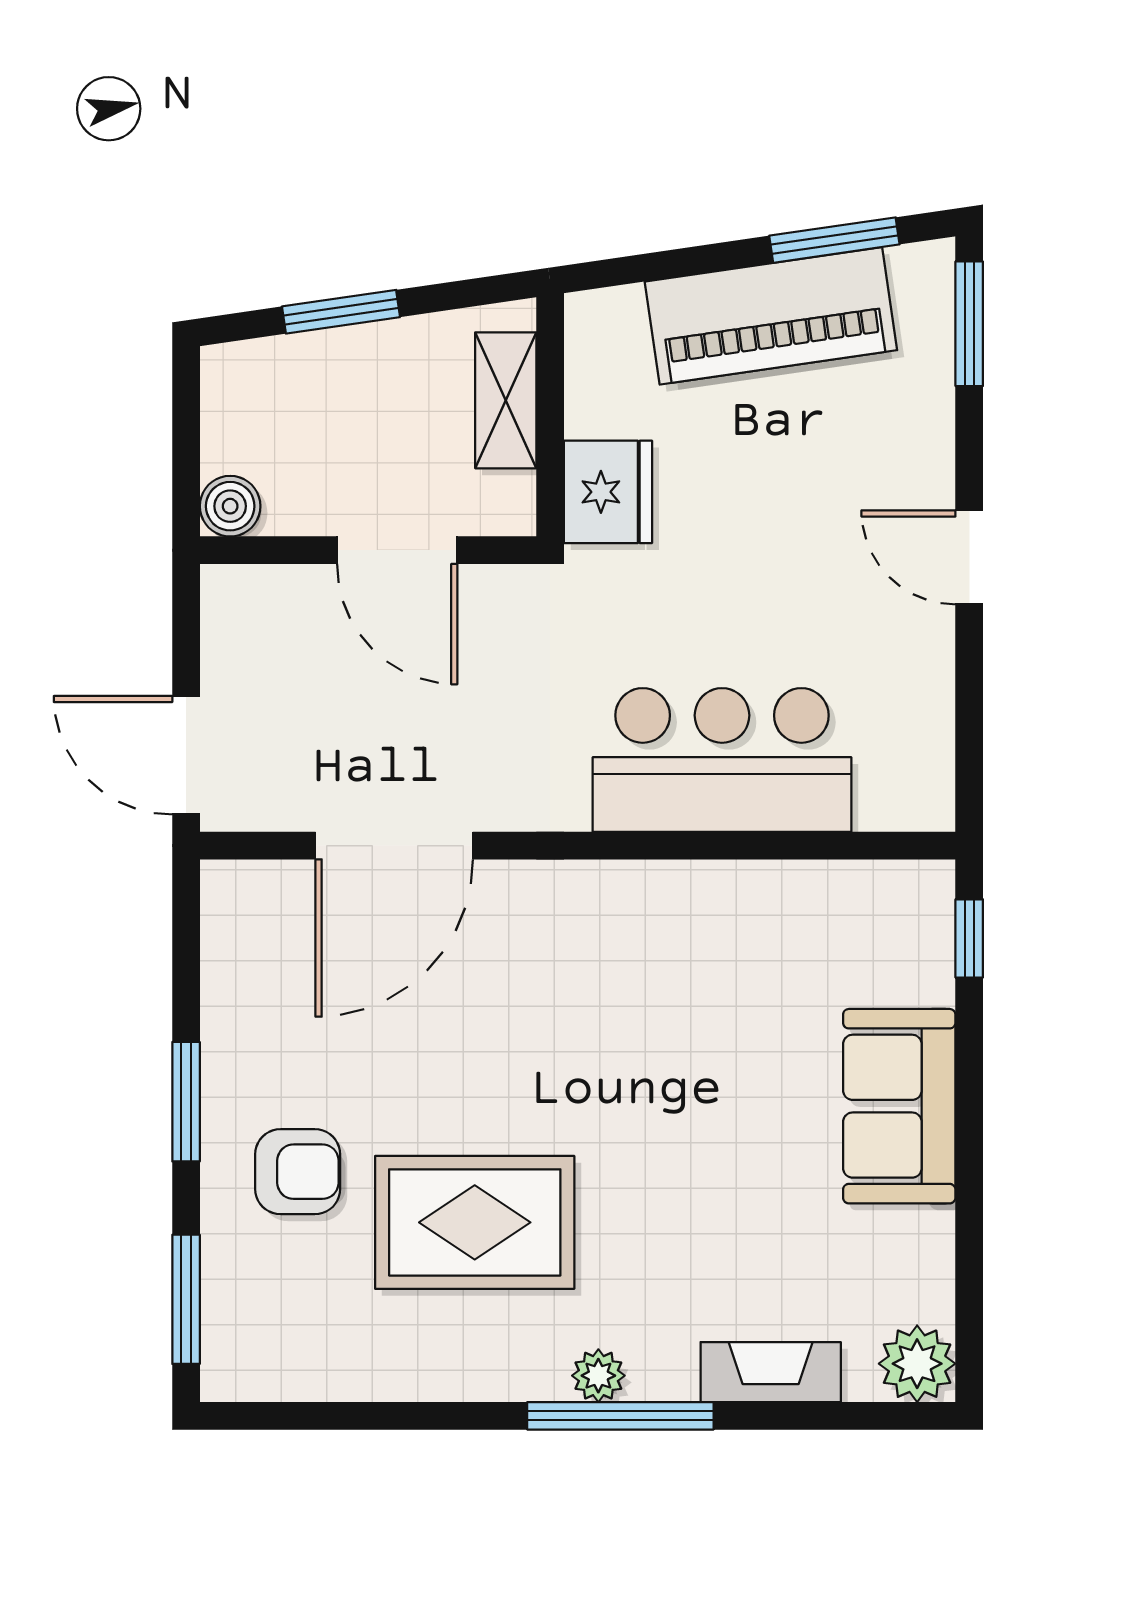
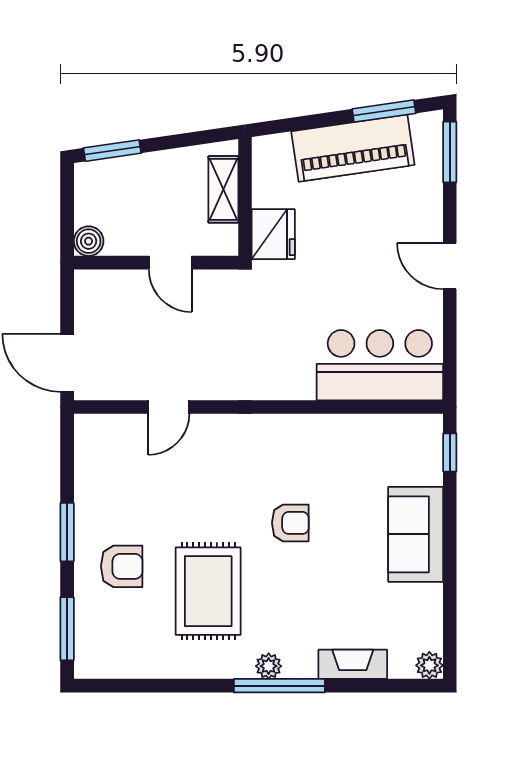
window: (341, 312) -> (112, 151), moved
door: (397, 550) -> (170, 263), width x0.73
bar counter: (722, 760) -> (380, 365), moved
door: (394, 846) -> (169, 407), width x0.53
armchair: (643, 1083) -> (290, 523), added
rug: (475, 1222) -> (208, 591), turned 90
plant: (917, 1364) -> (429, 665), width x0.73, depth x0.73

